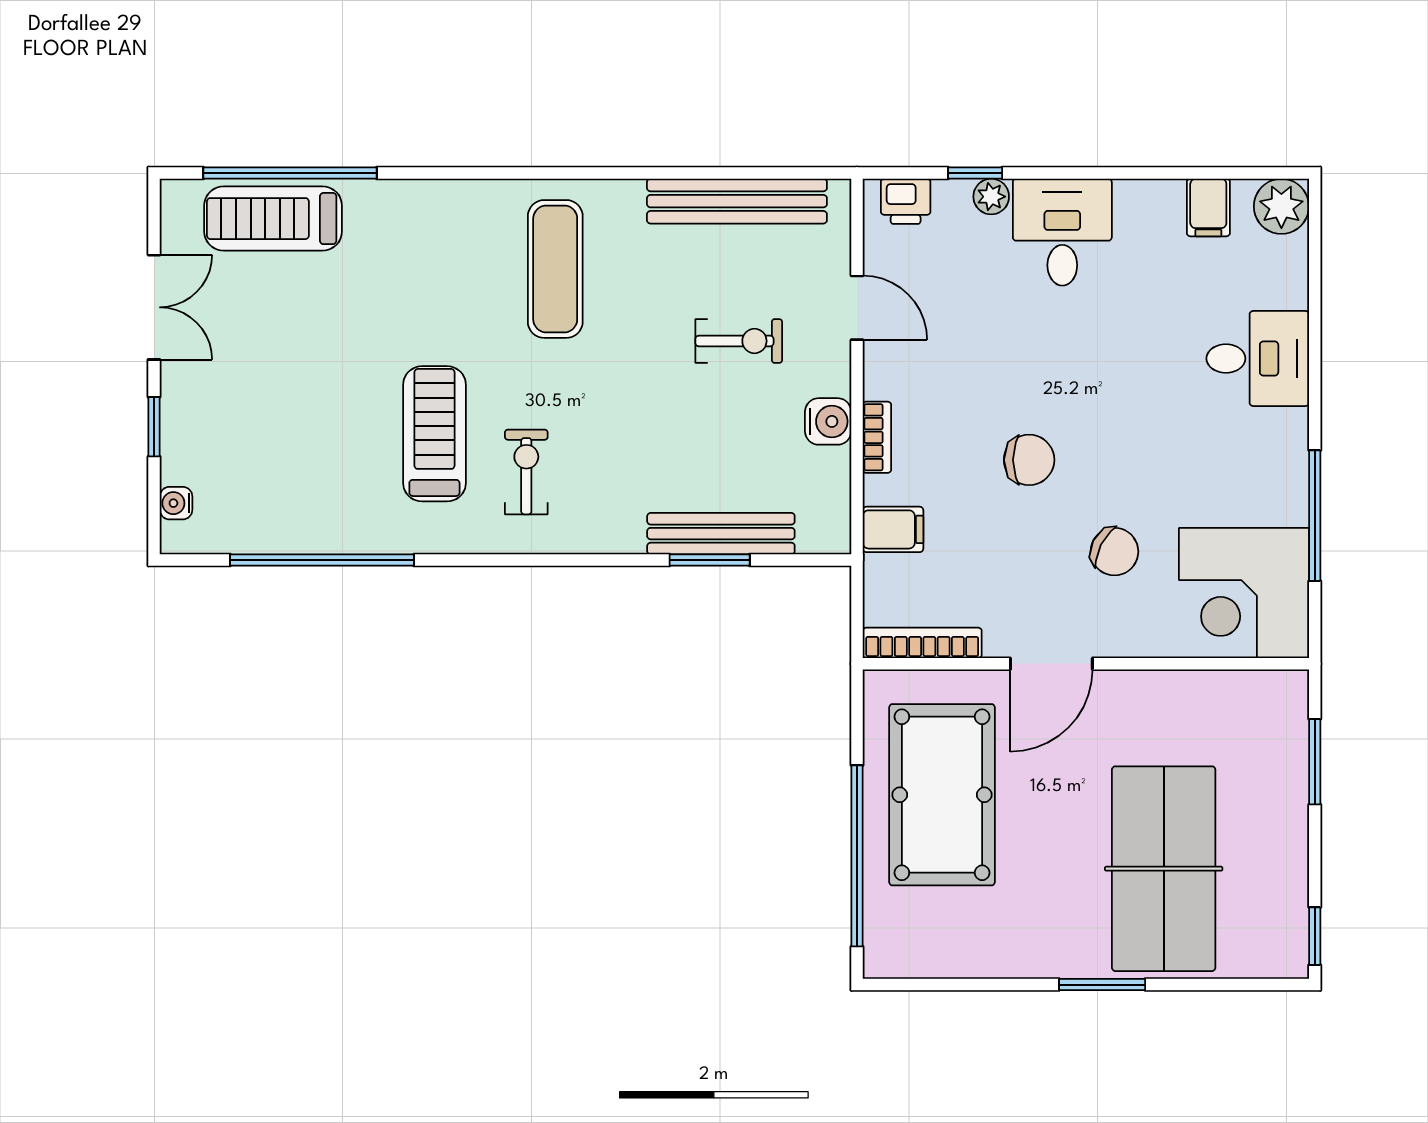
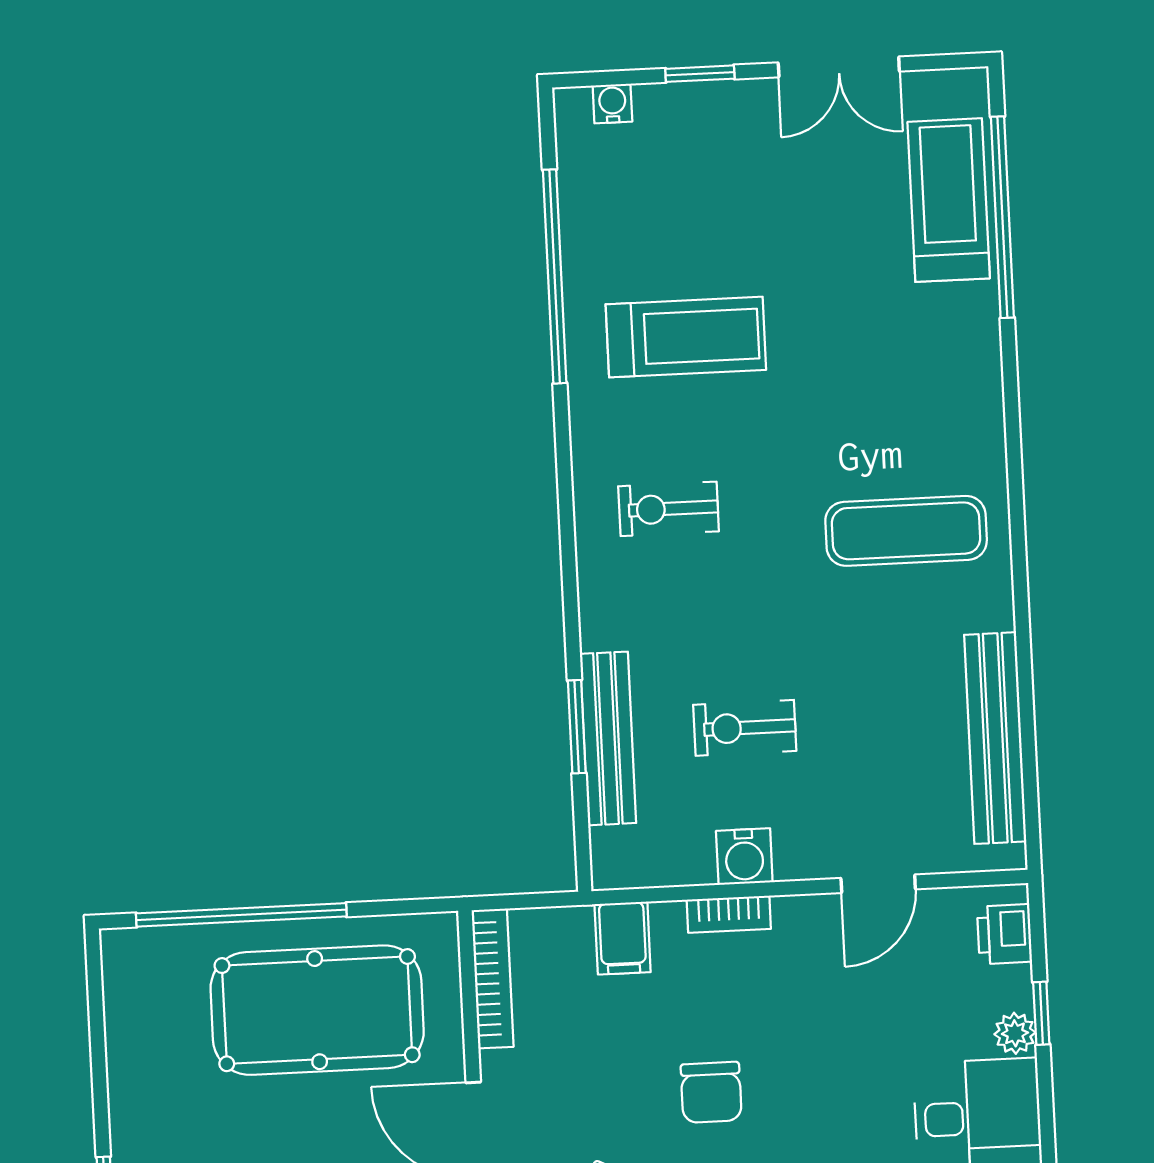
exercise bike: (739, 341) -> (745, 728), moved, turned 90
treadmill: (434, 434) -> (686, 337), moved
exercise bike: (526, 472) -> (669, 509), turned 180

